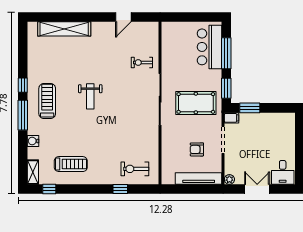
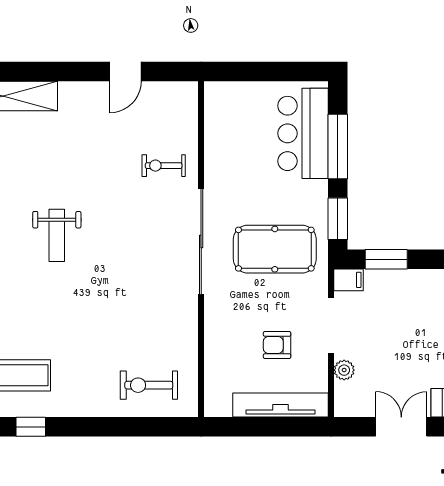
plant: (229, 179) -> (344, 370), moved
window: (120, 189) -> (31, 427), moved

